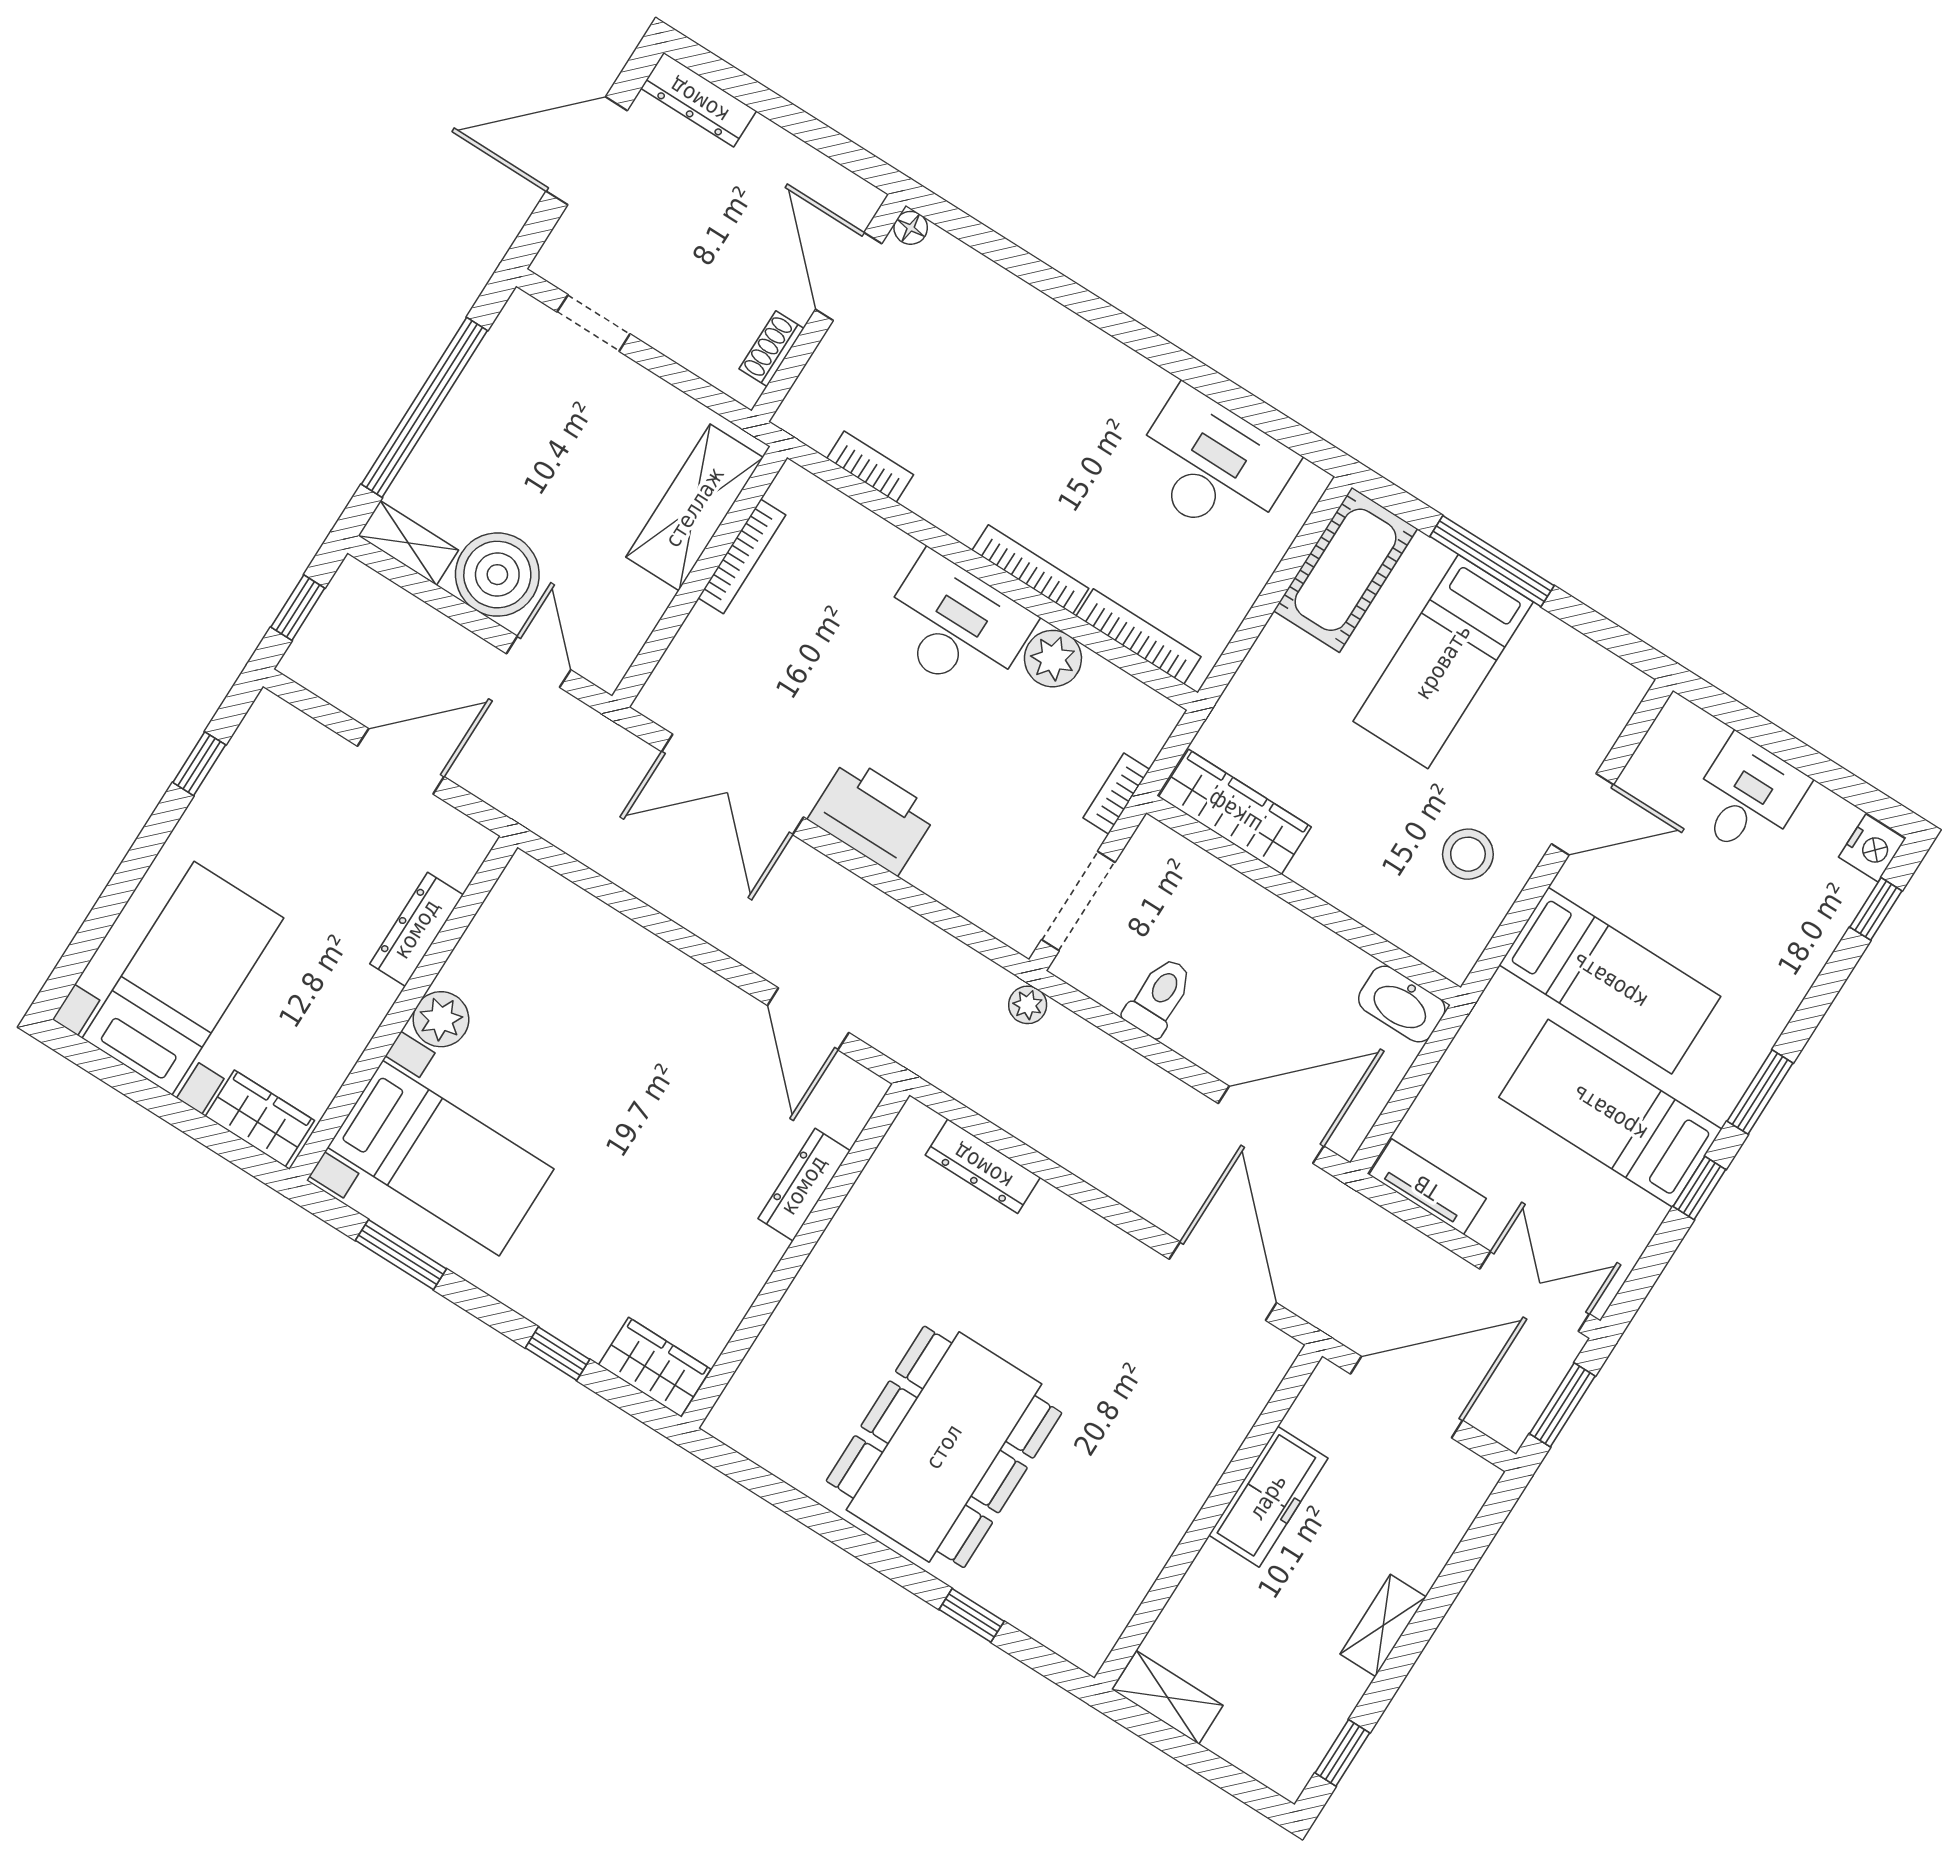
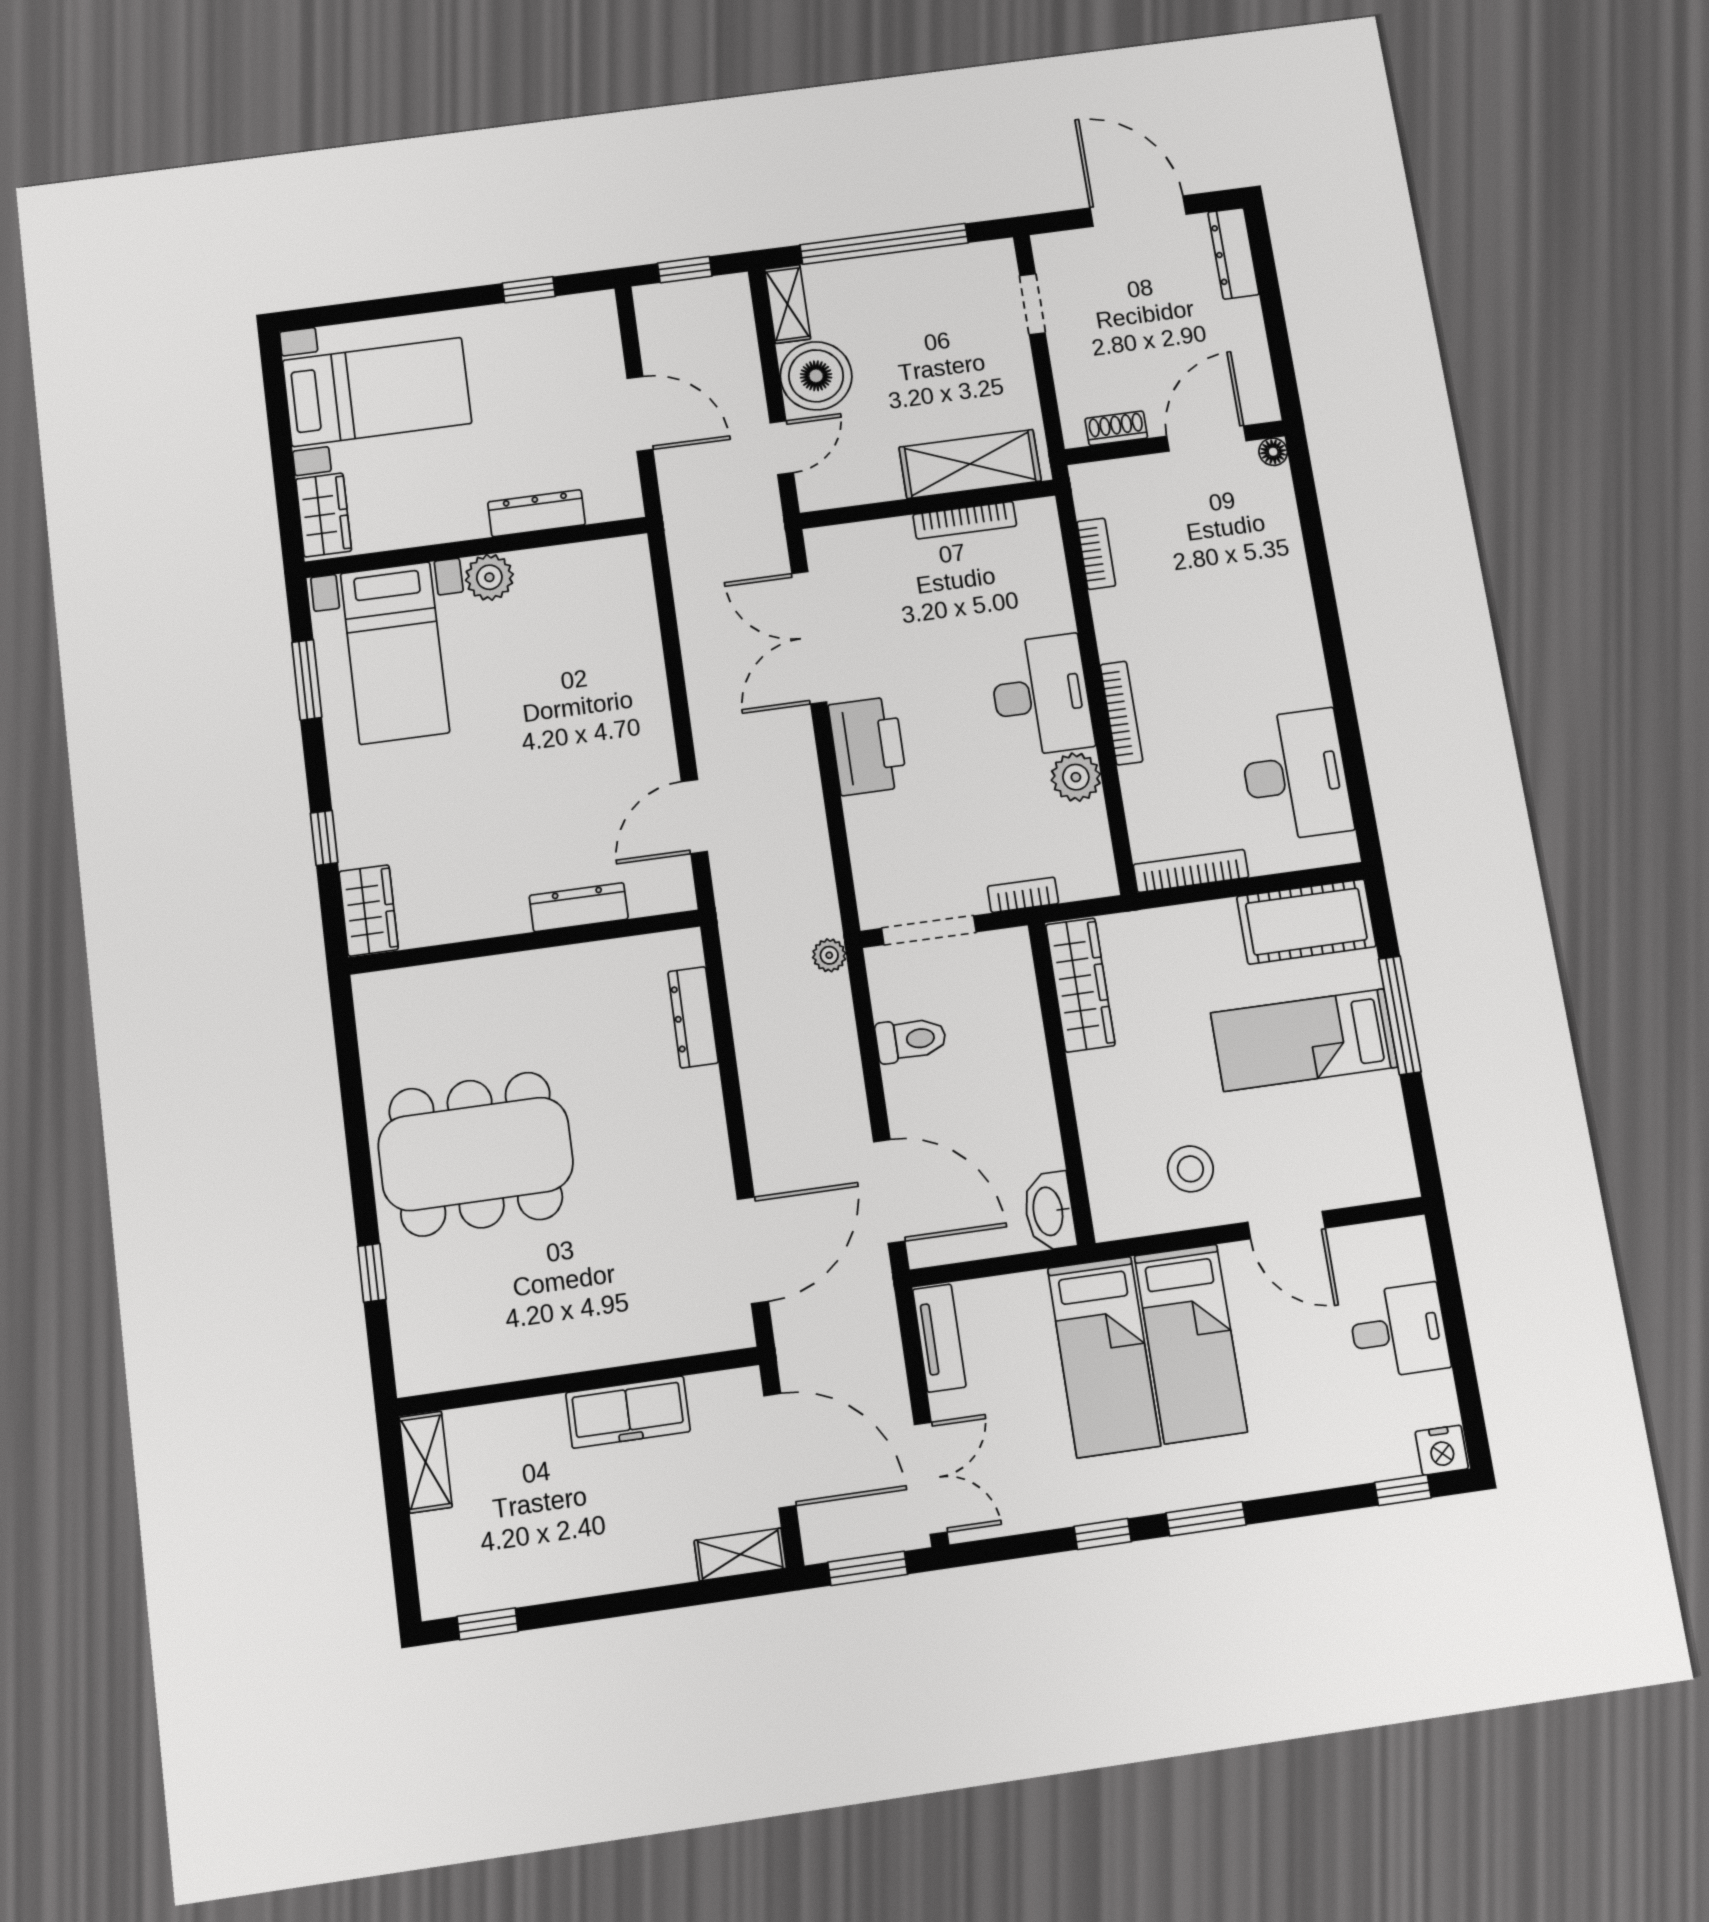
bookcase: (1139, 636) -> (1191, 871), moved, turned -90
bed: (1610, 1113) -> (1104, 1357), moved, turned 180
shelving: (1383, 1625) -> (740, 1554), moved

